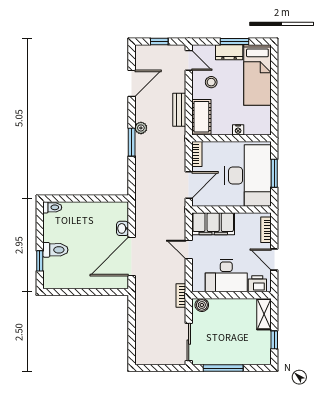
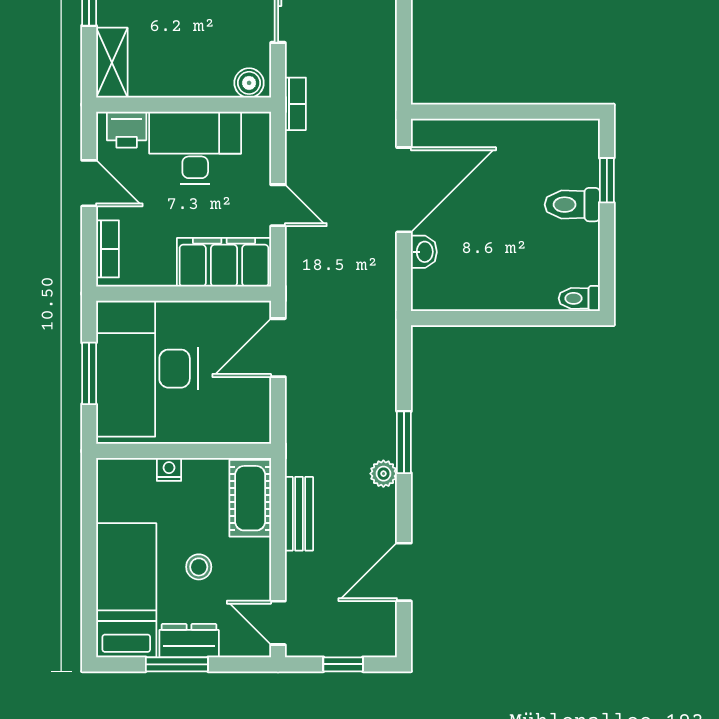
stool: (211, 82) -> (199, 567), moved
bookcase: (197, 154) -> (260, 416), removed

